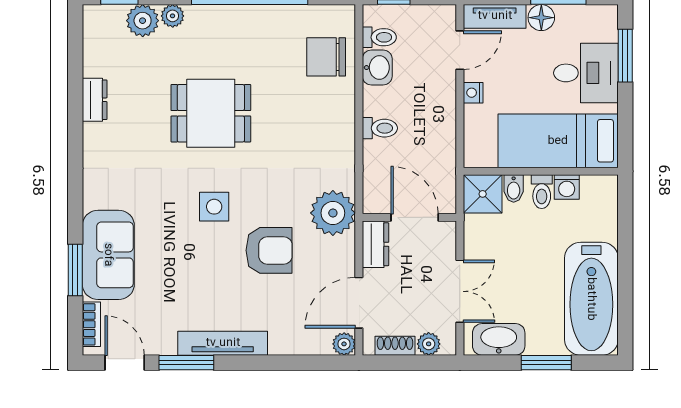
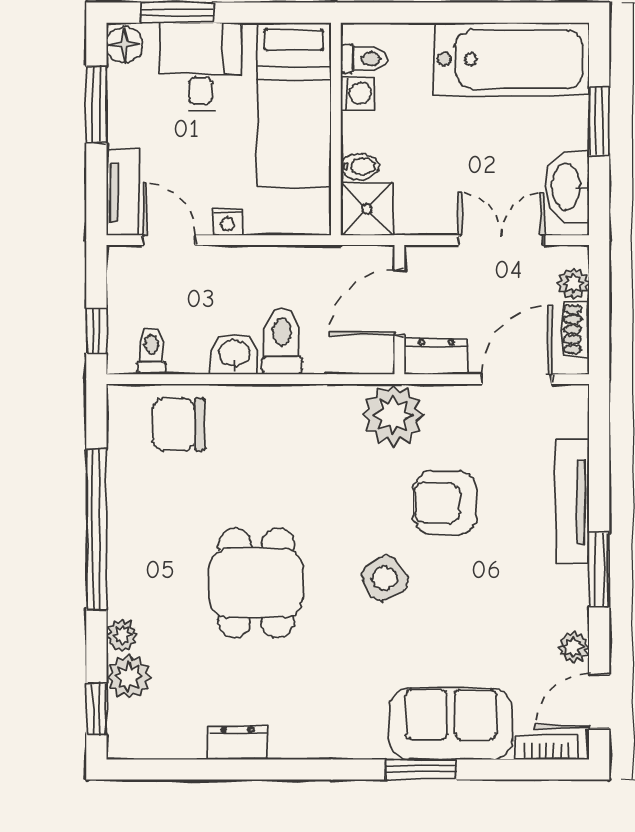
floor lamp: (541, 18) -> (124, 45), moved
chair: (326, 57) -> (178, 424), turned 90
washbasin: (377, 68) -> (234, 354), moved
toilet: (380, 128) -> (282, 341), width x1.37, depth x1.39
toilet: (542, 192) -> (364, 59), moved
side table: (214, 207) -> (385, 578), turned -33
armchair: (269, 250) -> (445, 503), turned -90
window: (75, 270) -> (421, 769), moved
door: (359, 303) -> (517, 379), swing flipped
tv unit: (223, 343) -> (572, 502), moved
plant: (344, 344) -> (573, 647), moved
window: (186, 363) -> (599, 569), moved

